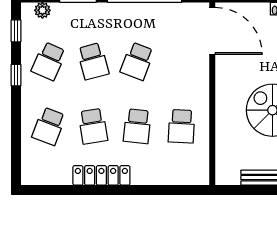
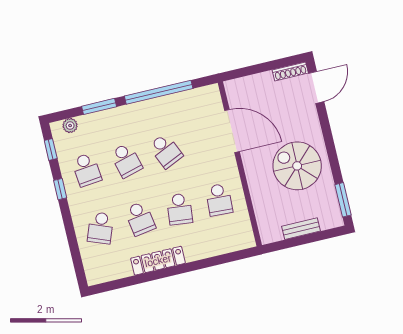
door: (212, 31) -> (232, 131), moved
school desk: (49, 61) -> (87, 170), turned -30
school desk: (137, 61) -> (166, 151), turned -45

